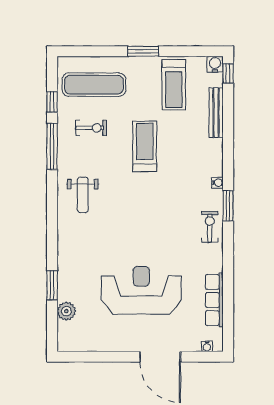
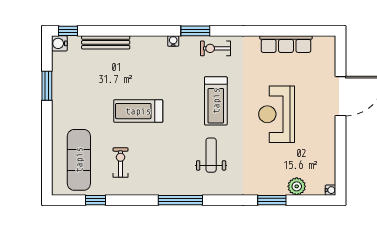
window: (143, 51) -> (47, 86), moved
treadmill: (174, 85) -> (216, 101), moved, turned 90
window: (52, 146) -> (180, 200), moved
weight bench: (83, 195) -> (211, 155), moved, turned -90
reception desk: (141, 290) -> (277, 114), width x0.74, depth x0.77
water cooler: (207, 346) -> (331, 190), moved

